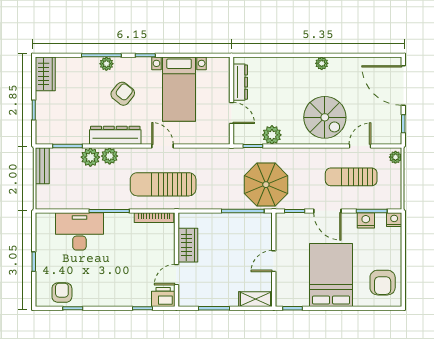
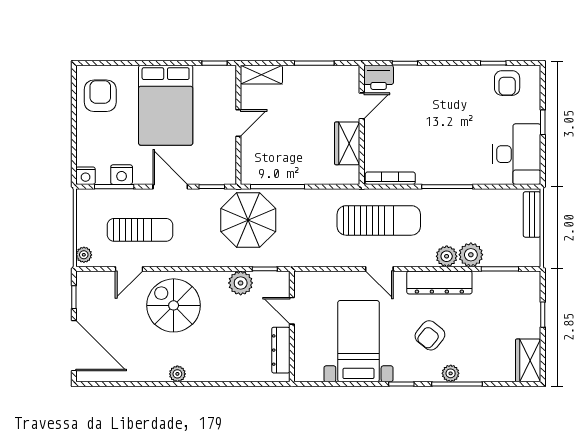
bench: (42, 166) -> (532, 214), moved
desk: (79, 231) -> (517, 154), moved, turned -90

